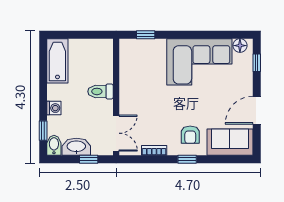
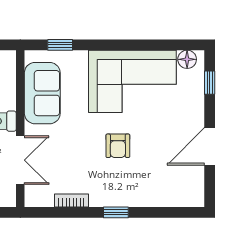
double door: (116, 133) -> (20, 160), moved
armchair: (190, 135) -> (118, 146), moved
sofa: (230, 142) -> (42, 93), moved, turned 90

